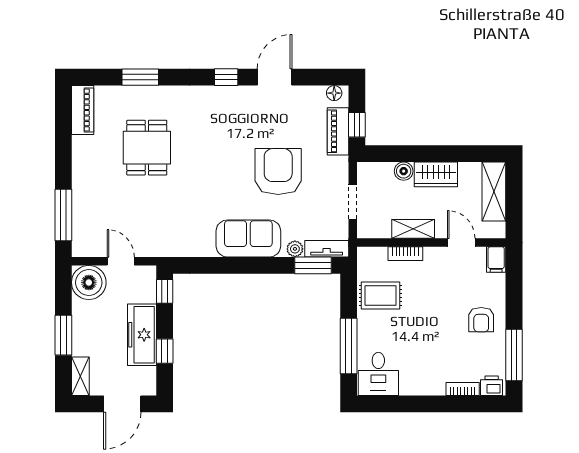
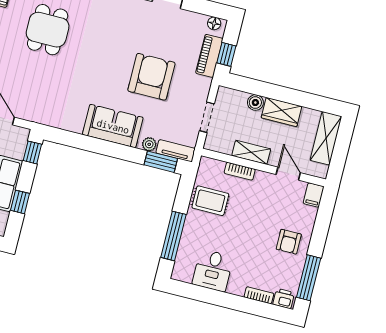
desk: (378, 374) -> (213, 270), moved

